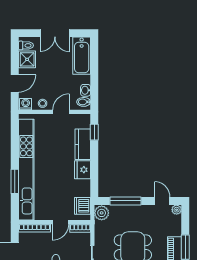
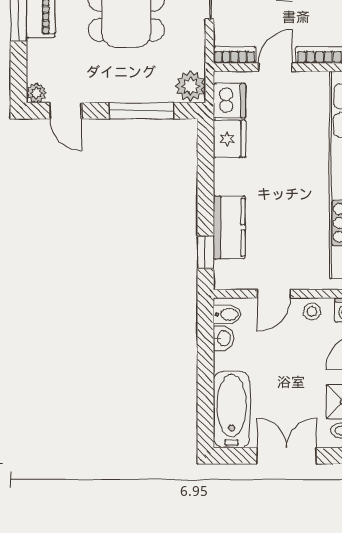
fridge: (83, 170) -> (230, 139), moved

